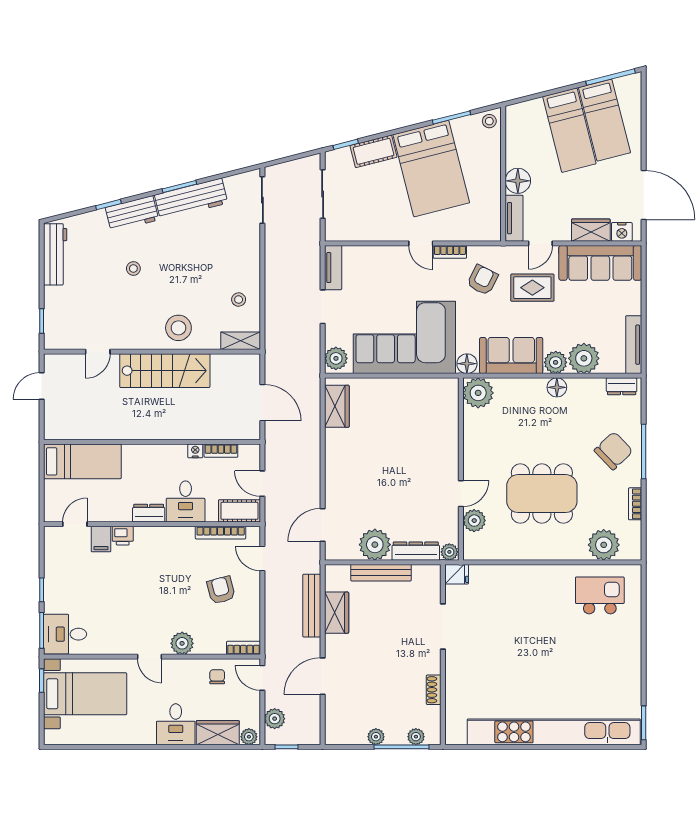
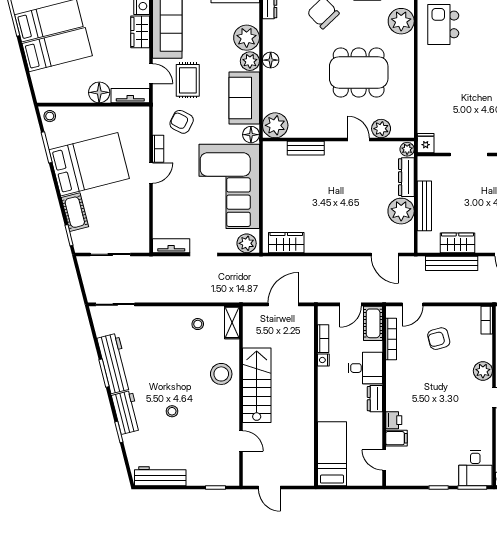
bench: (451, 430) -> (306, 148), added
dining table: (542, 494) -> (359, 72), turned 90

